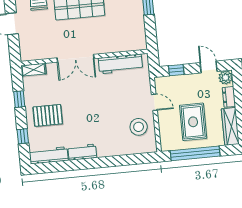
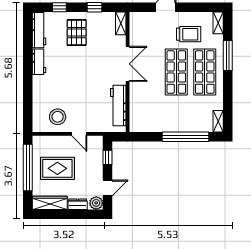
double door: (75, 58) -> (128, 64), swing flipped
door: (154, 102) -> (79, 134), hinge flipped

